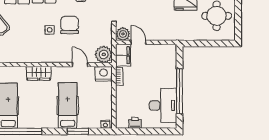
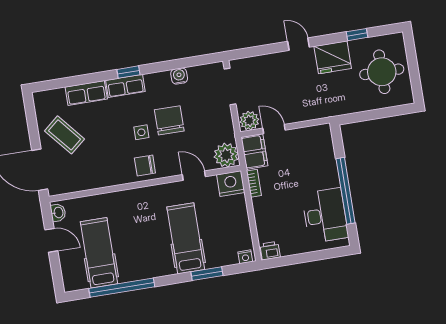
chair: (48, 52) -> (145, 165), added
wardrobe: (39, 73) -> (136, 198), removed
printer: (135, 123) -> (270, 251), moved

